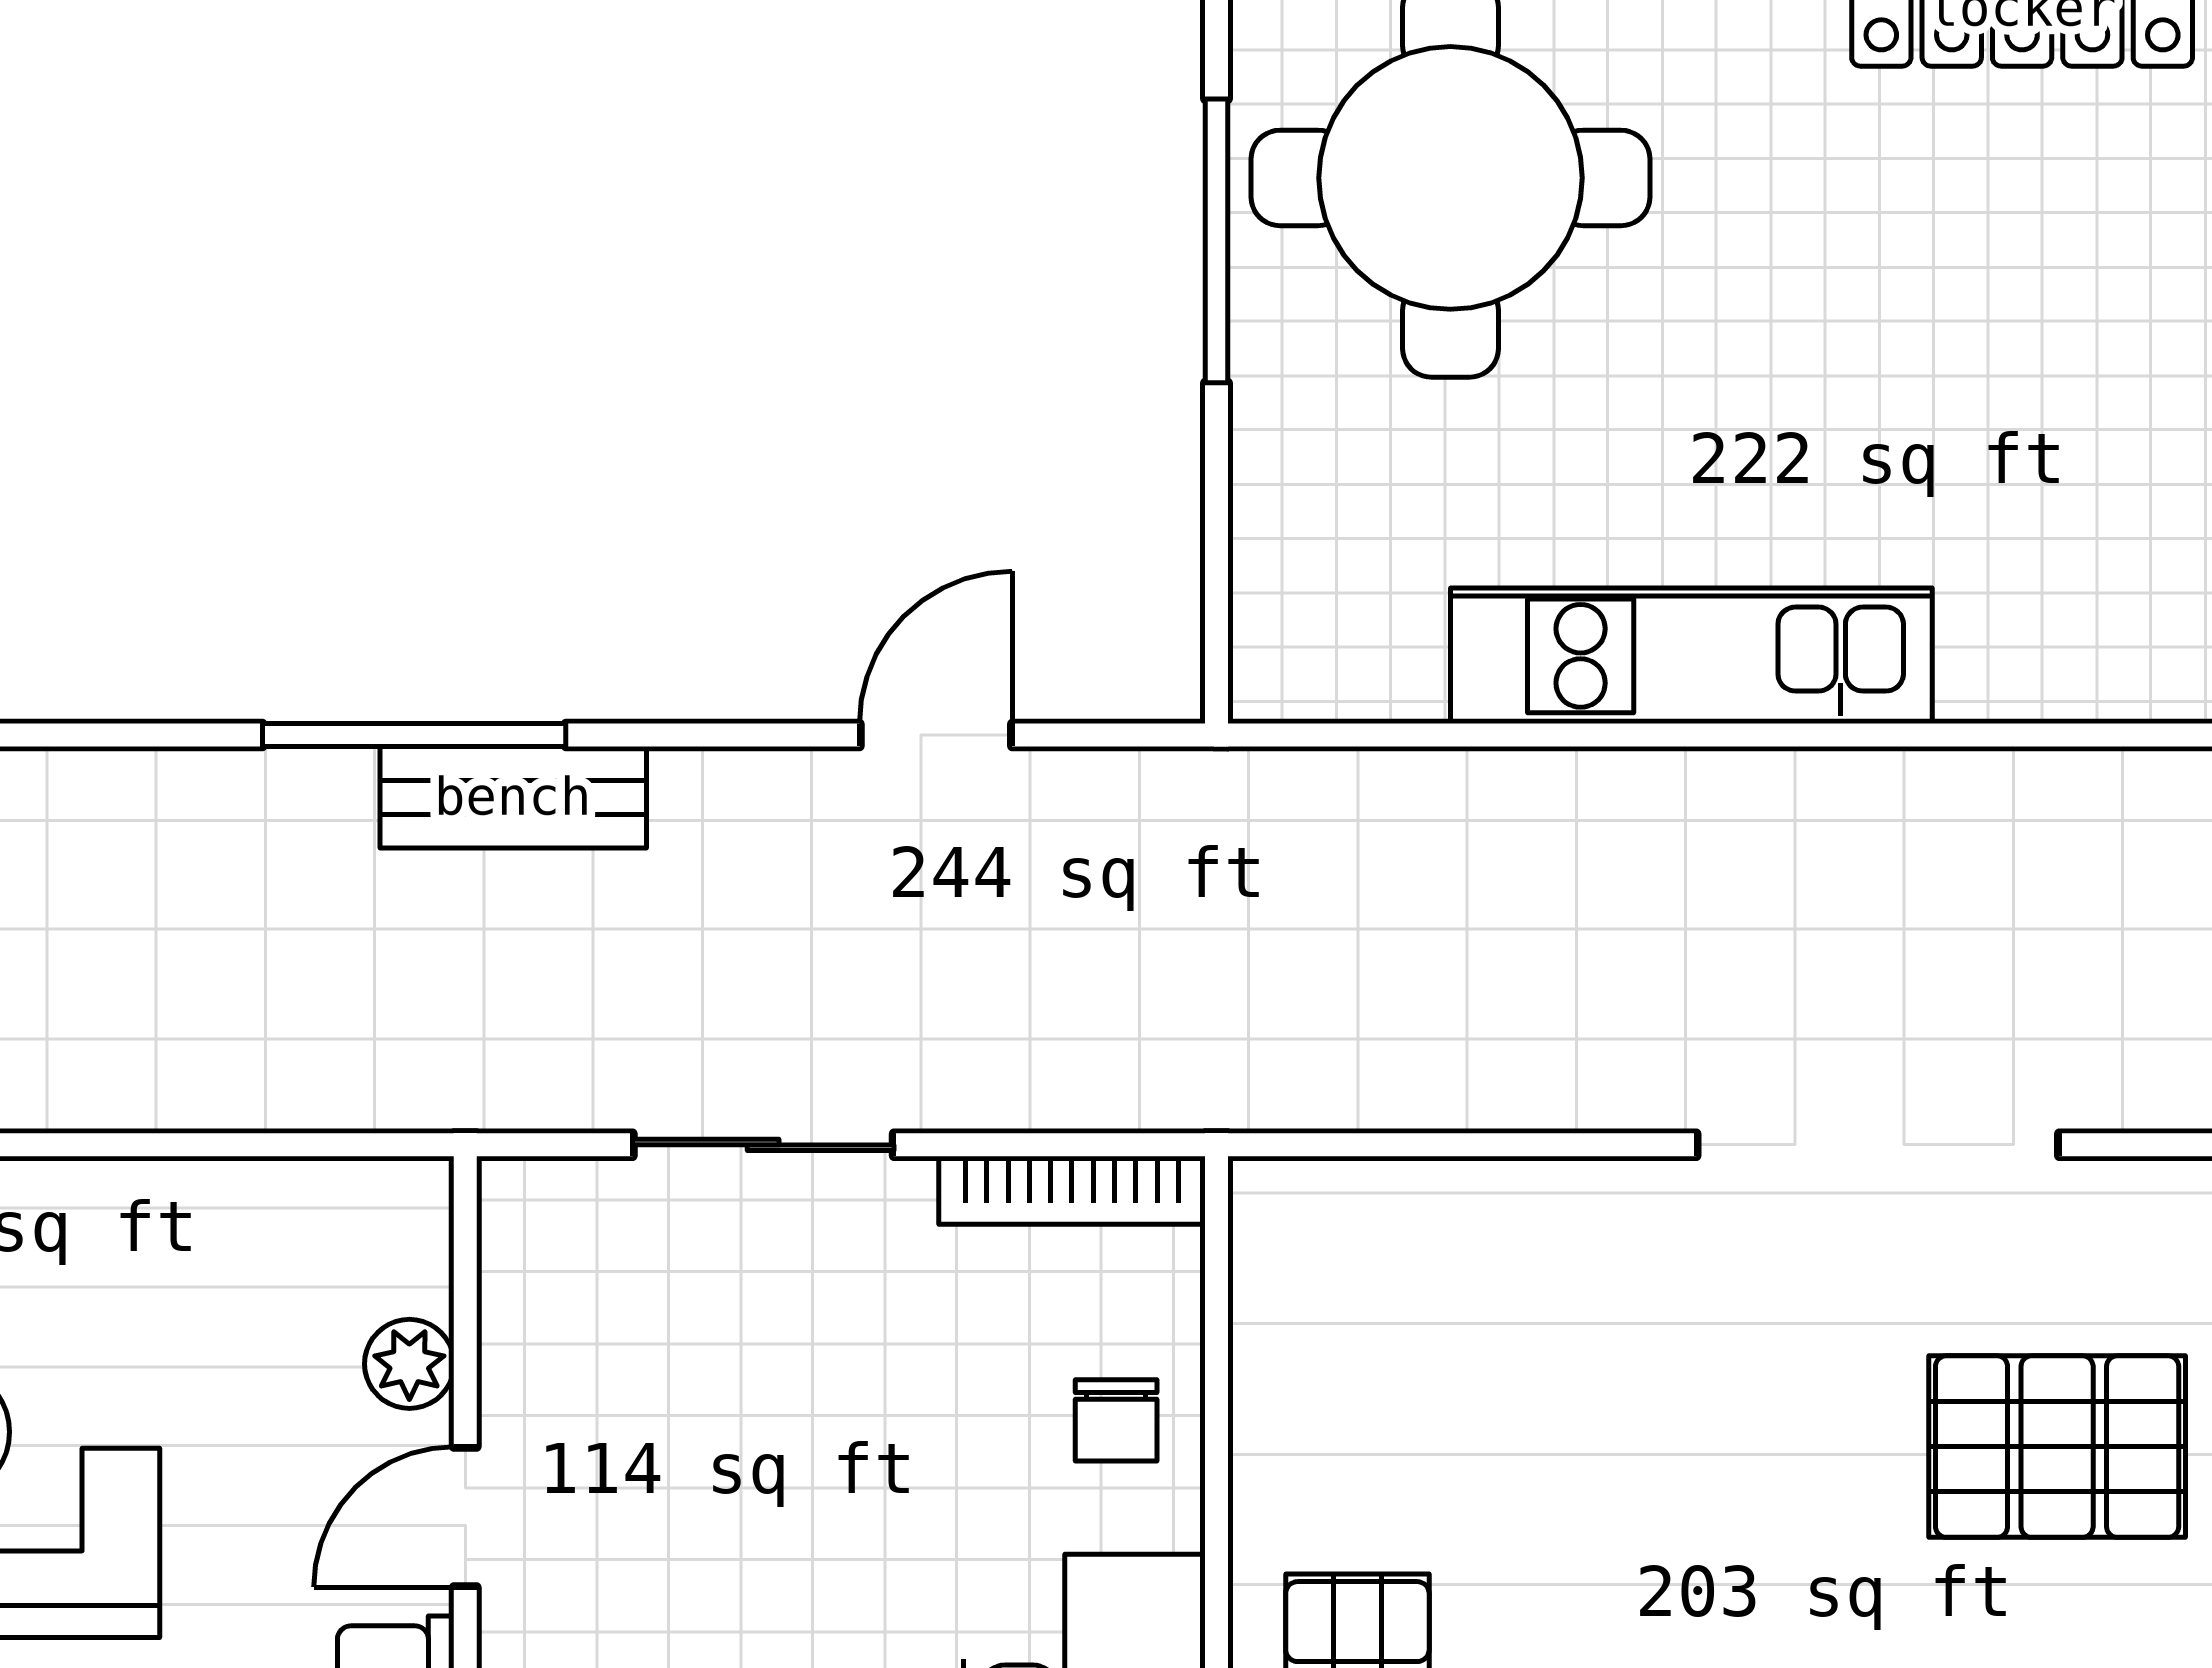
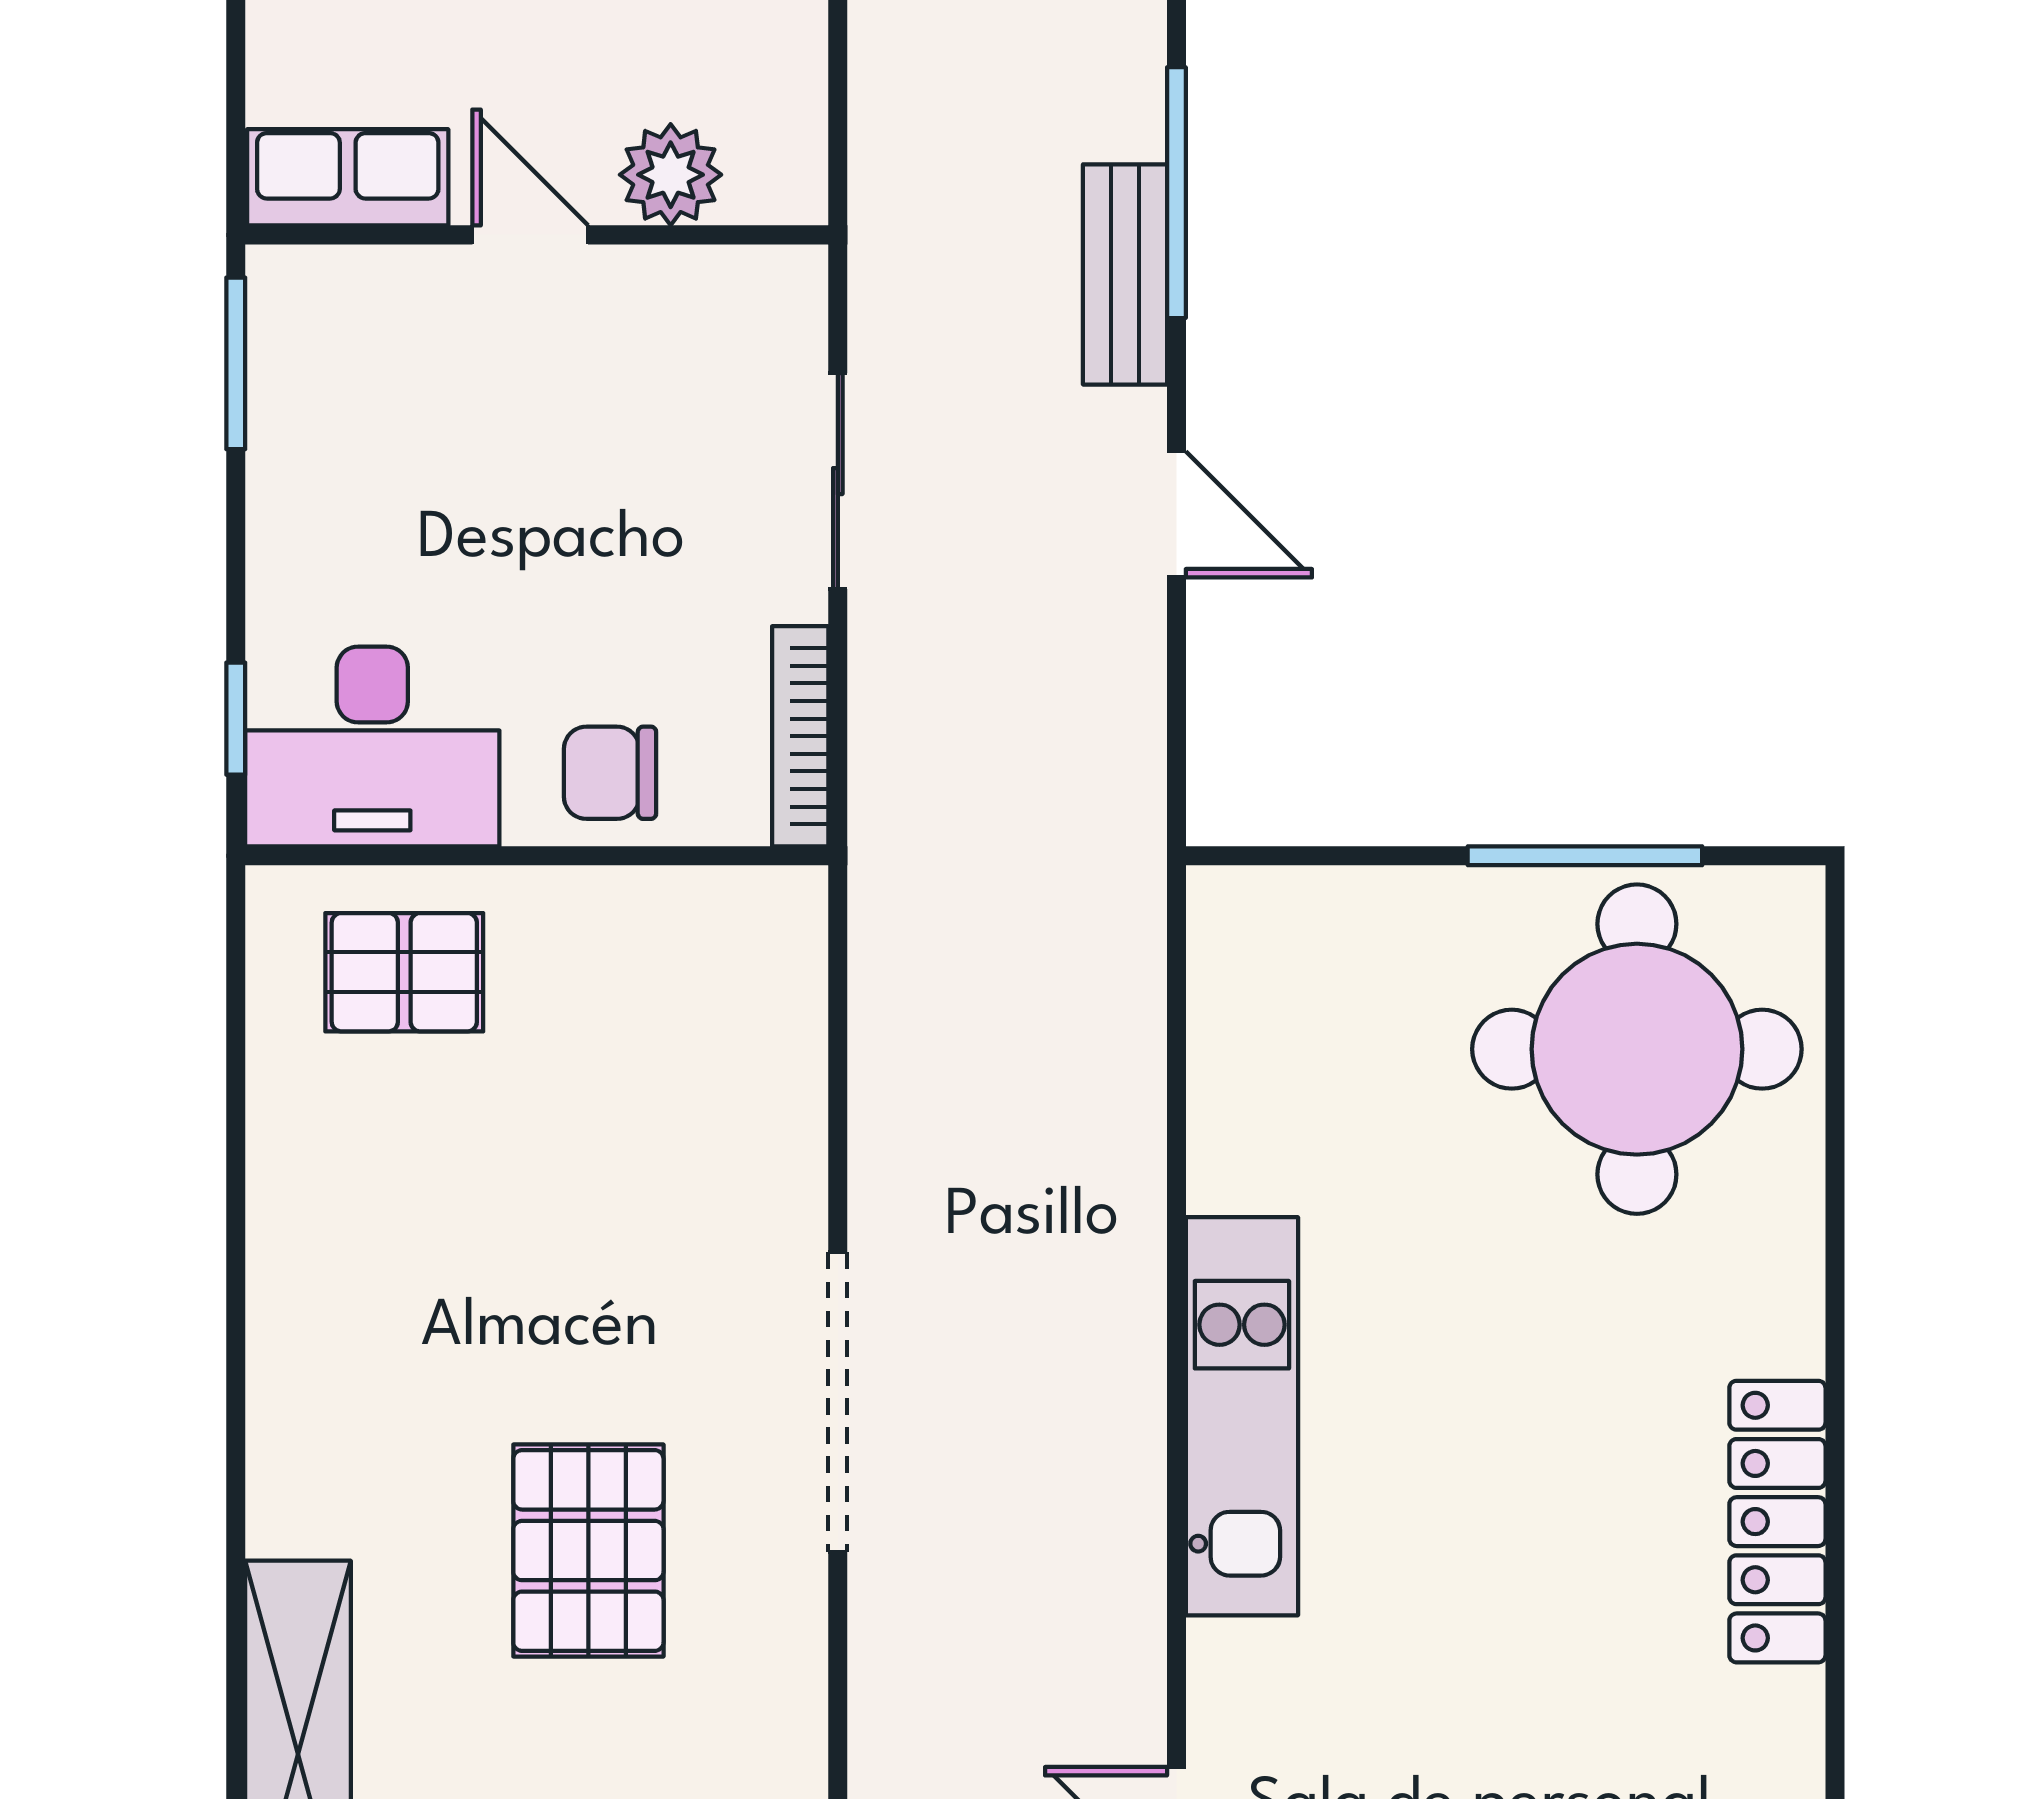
kitchen unit: (1691, 656) -> (1242, 1416), moved
door: (936, 735) -> (1176, 514), moved
plant: (409, 1364) -> (671, 175), width x1.38, depth x1.38
chair: (1116, 1420) -> (610, 773), width x1.37, depth x1.37

